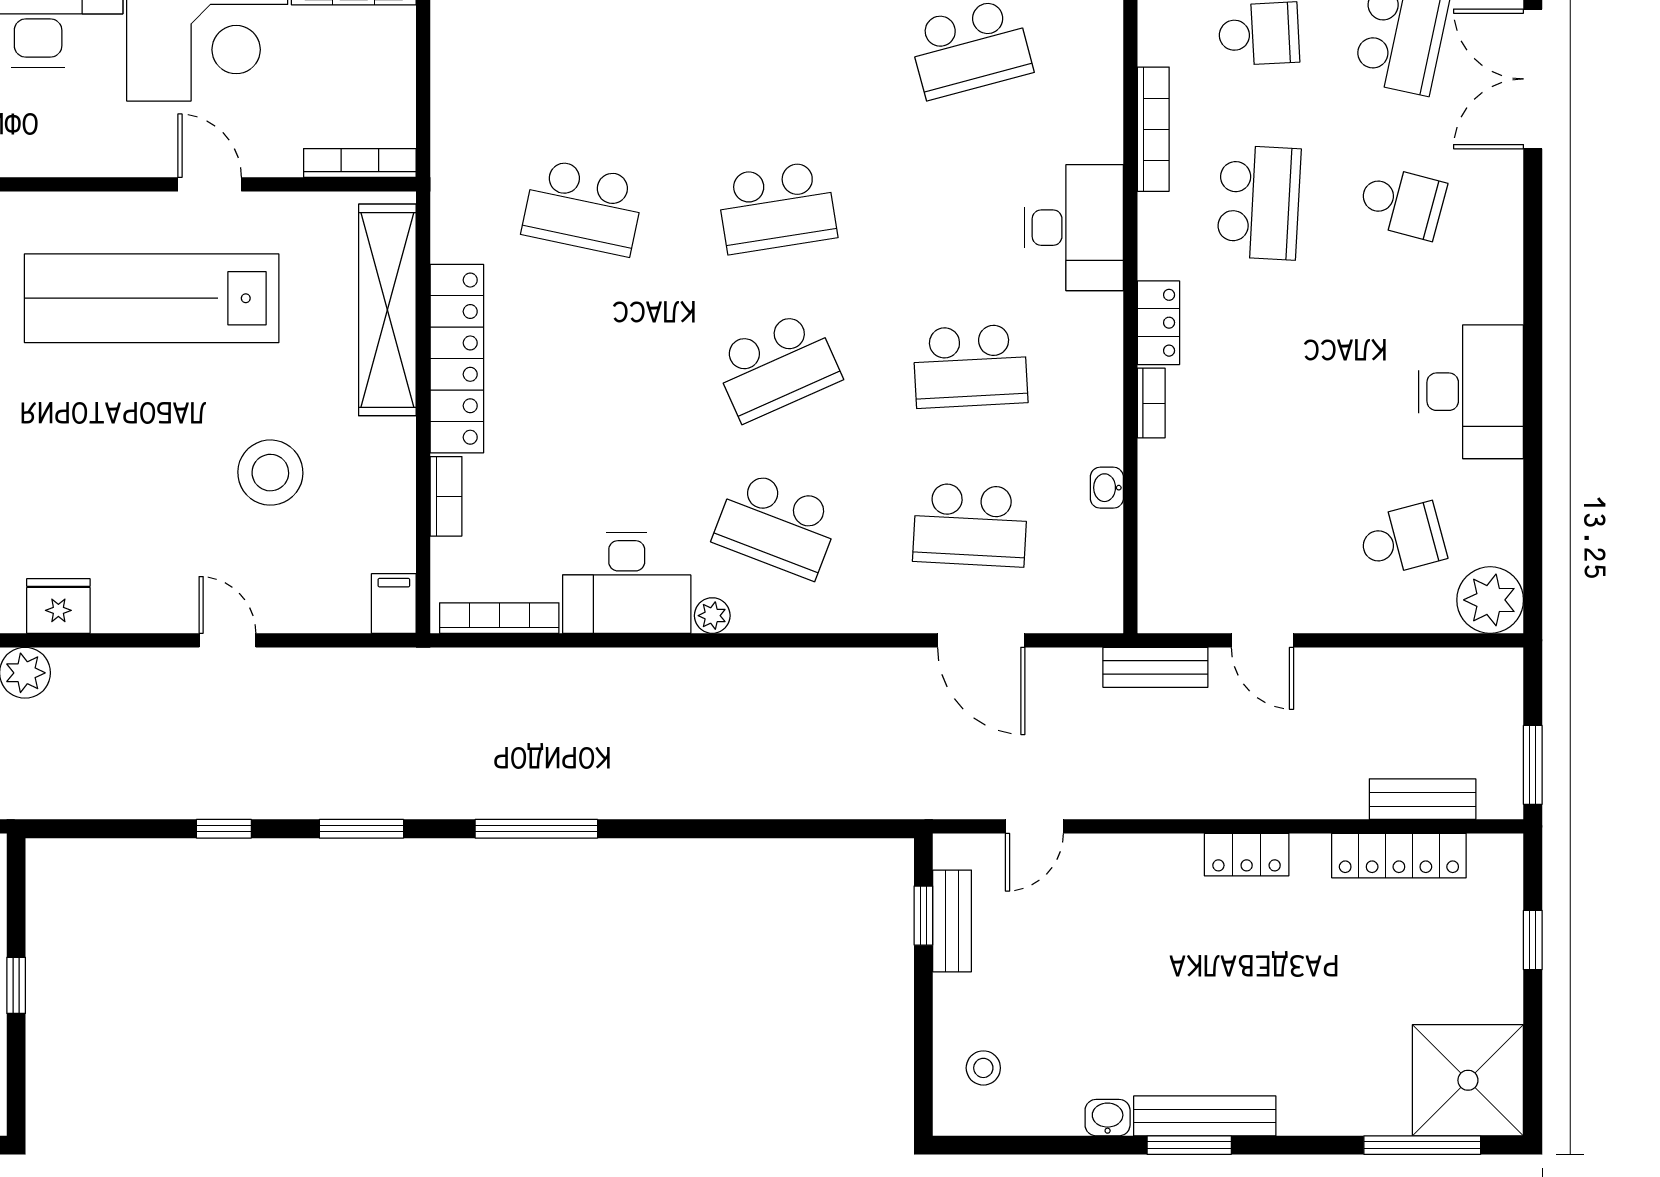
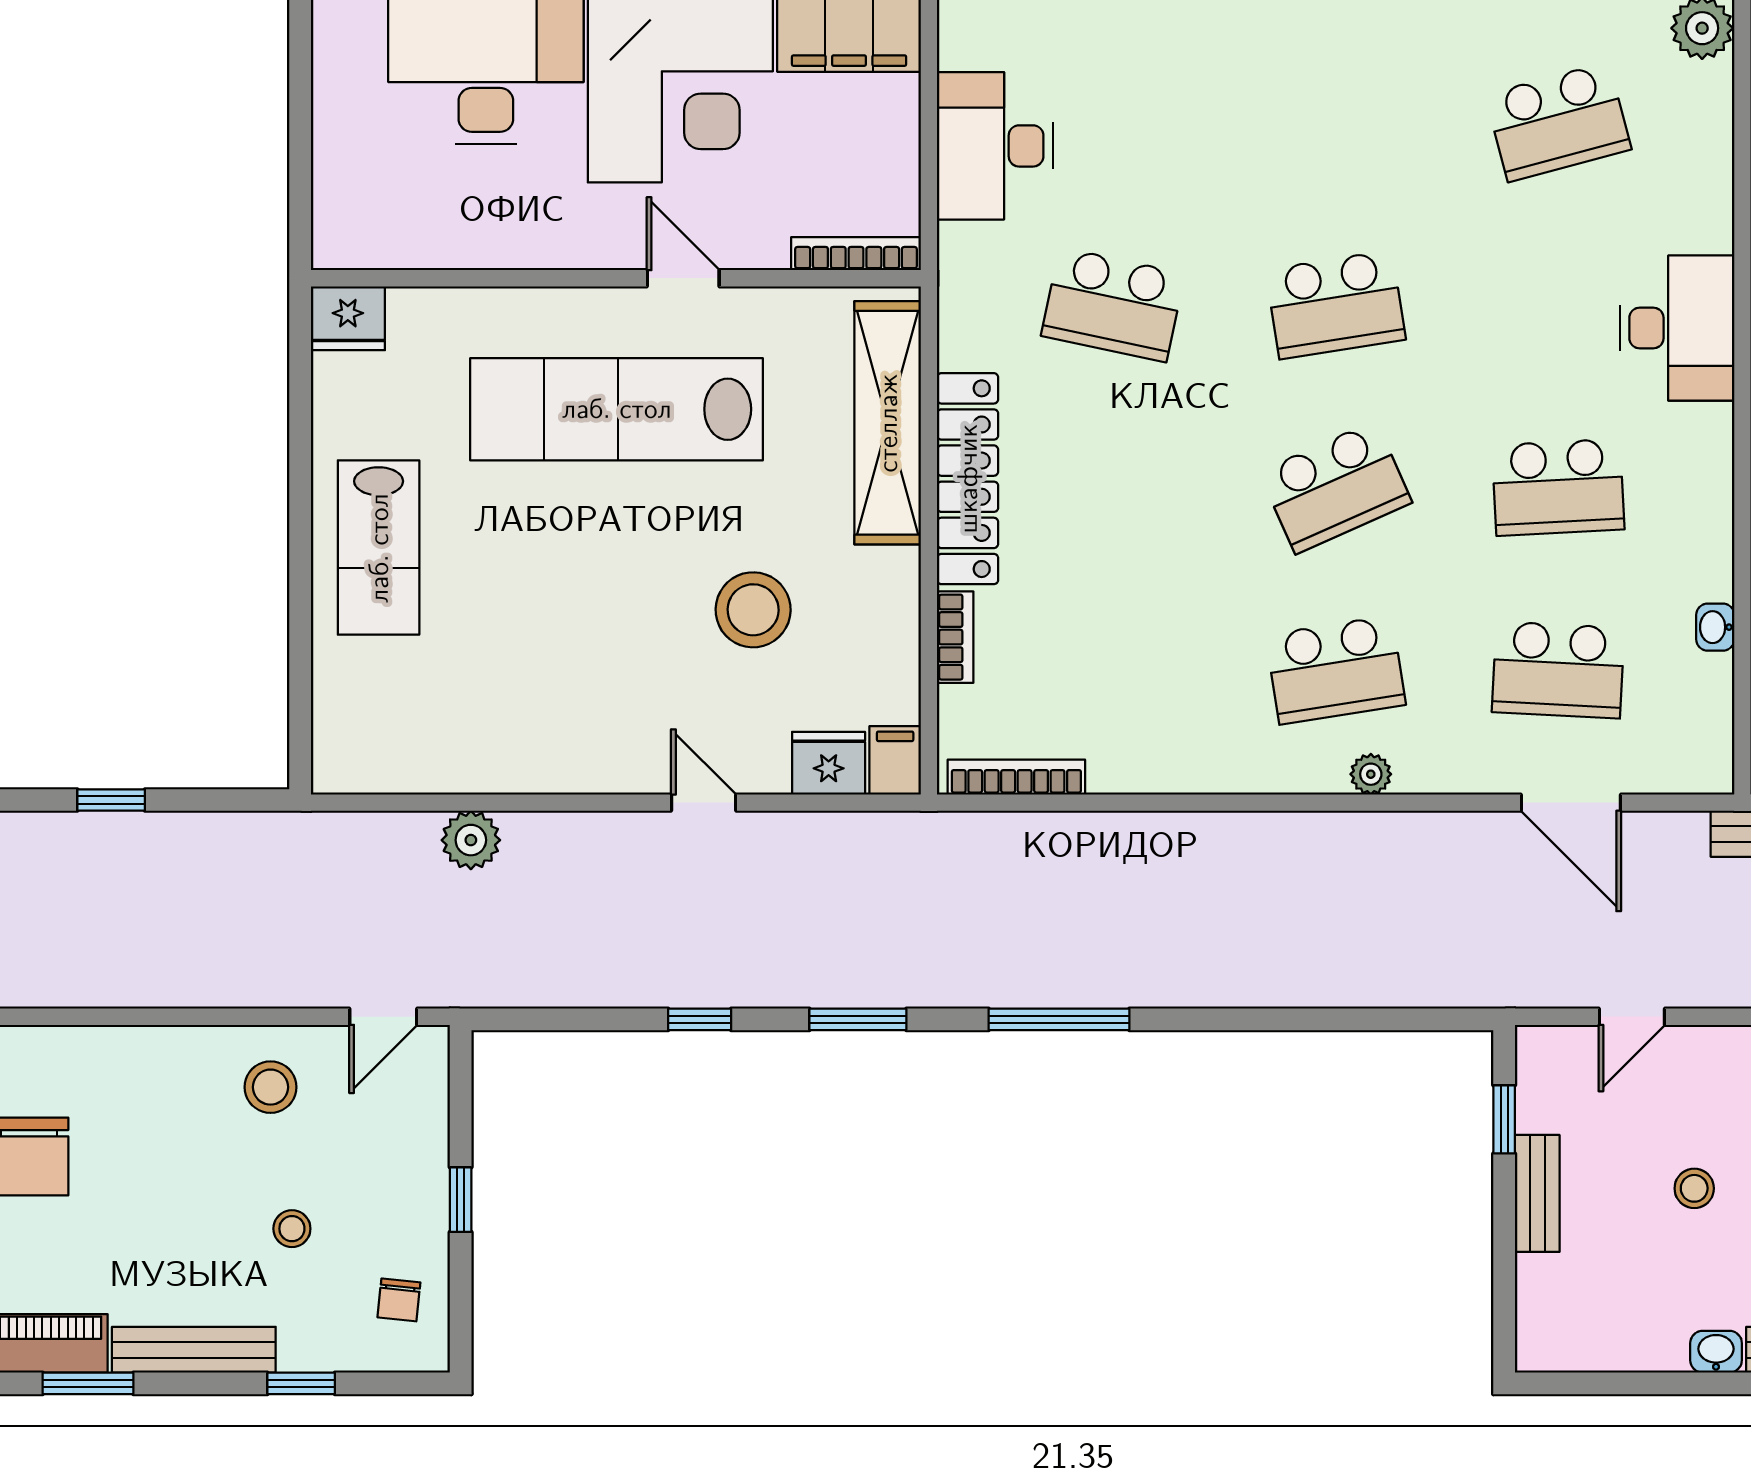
school desk: (777, 525) -> (1336, 670), turned -30
desk: (627, 583) -> (995, 146), moved, turned 90
fridge: (58, 606) -> (829, 763), moved
plant: (712, 616) -> (1371, 774), moved
bench: (952, 921) -> (1537, 1193), moved
stool: (983, 1068) -> (1694, 1188), moved

